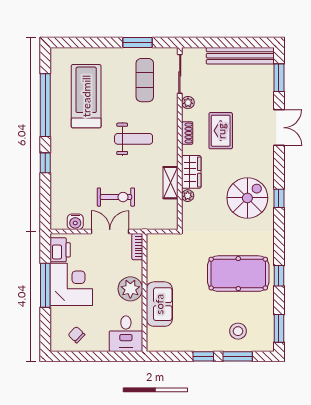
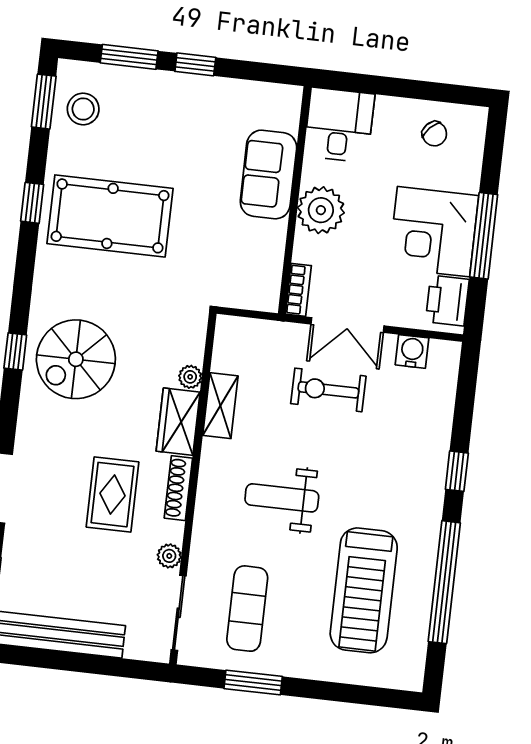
shoe rack: (187, 133) -> (178, 488), width x1.43
stool: (238, 331) -> (83, 109), moved

